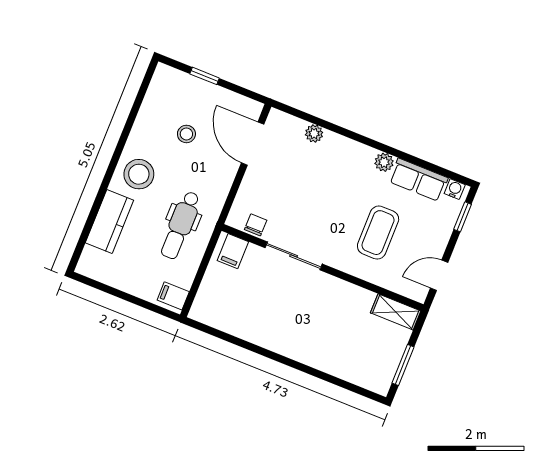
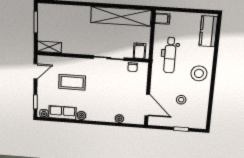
kitchen counter: (109, 222) -> (208, 31), moved
dental chair: (180, 225) -> (170, 55), turned 180
coffee table: (378, 233) -> (72, 82), turned 90
shelving: (245, 324) -> (121, 16), added

